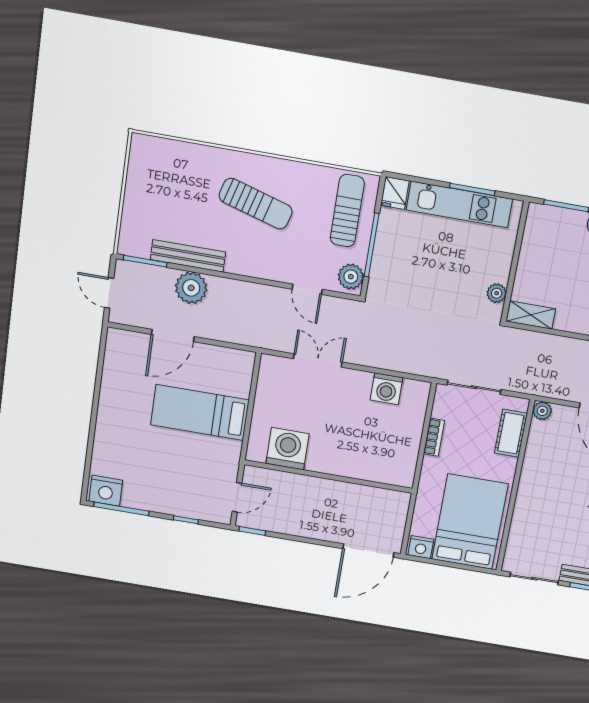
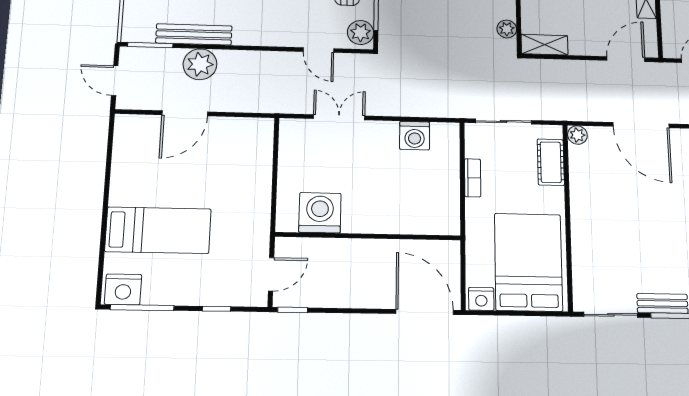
bed: (200, 412) -> (158, 230), moved, turned 180
door: (368, 551) -> (425, 312), swing flipped

